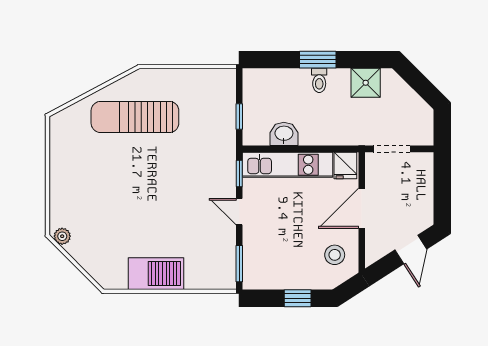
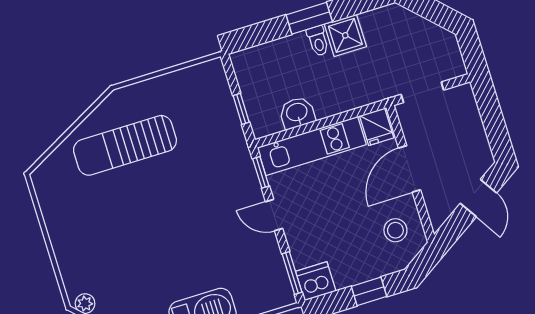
shower: (366, 83) -> (345, 35), moved
dishwasher: (257, 276) -> (316, 281), added

